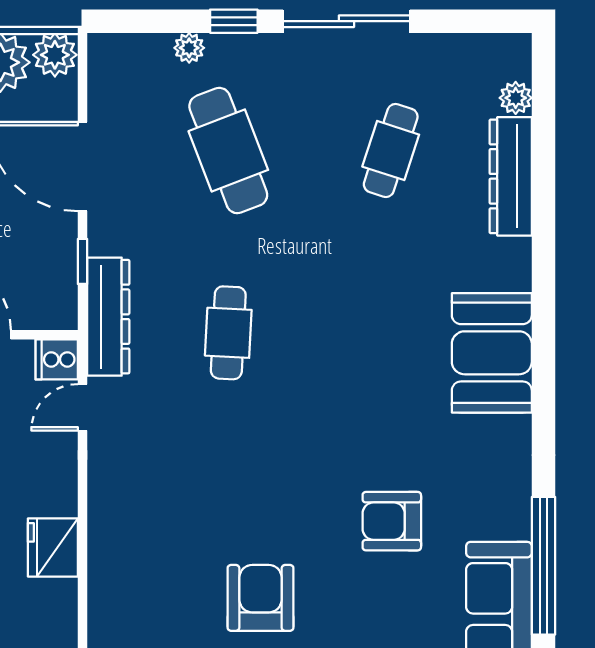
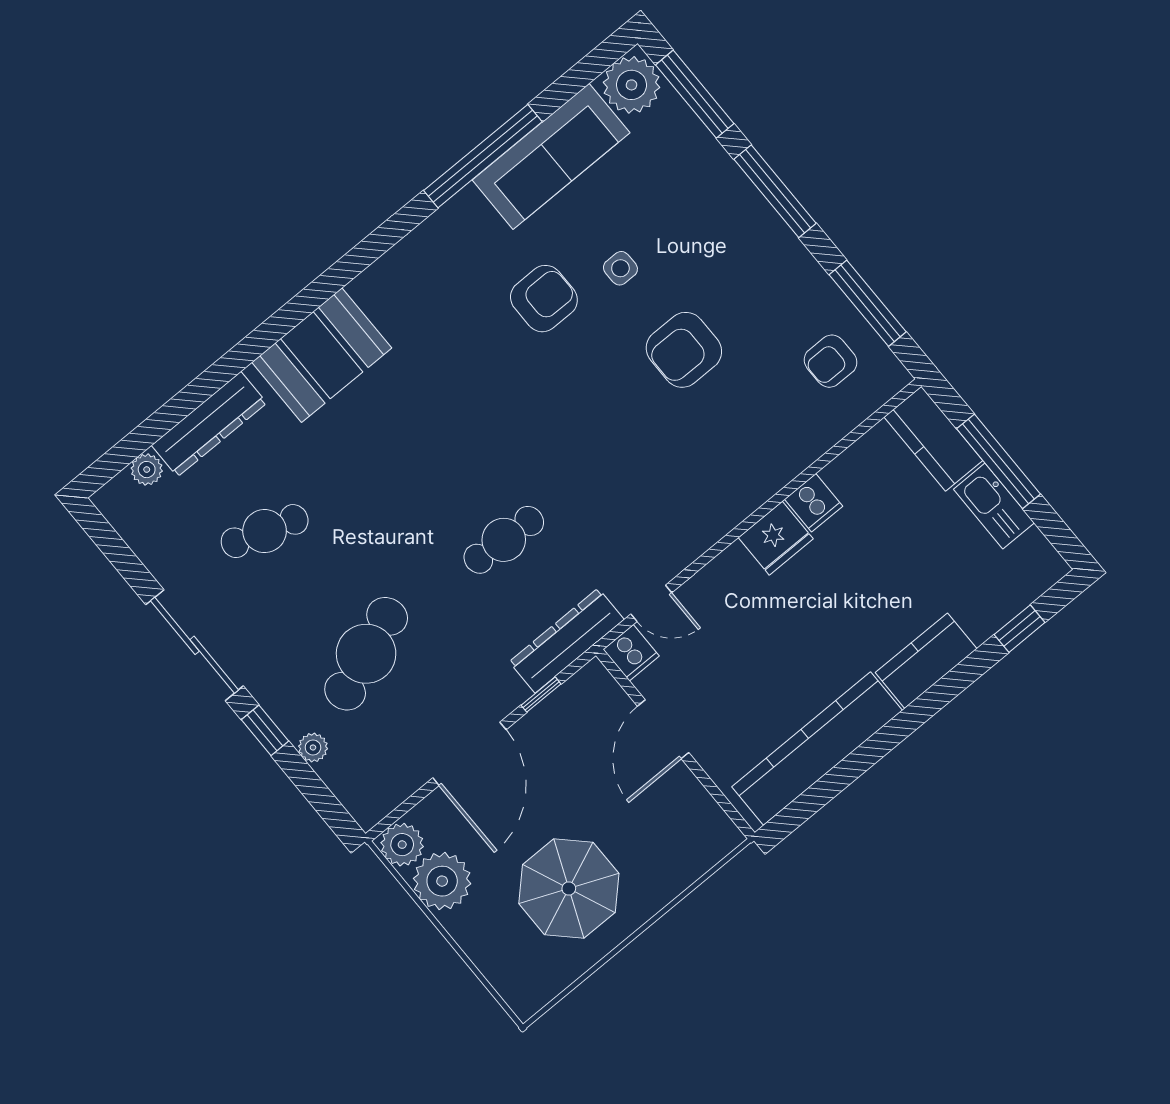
booth: (492, 353) -> (322, 355), moved
armchair: (392, 521) -> (544, 299), turned -90
cooker: (56, 600) -> (814, 503), added
side table: (366, 601) -> (620, 268), added

